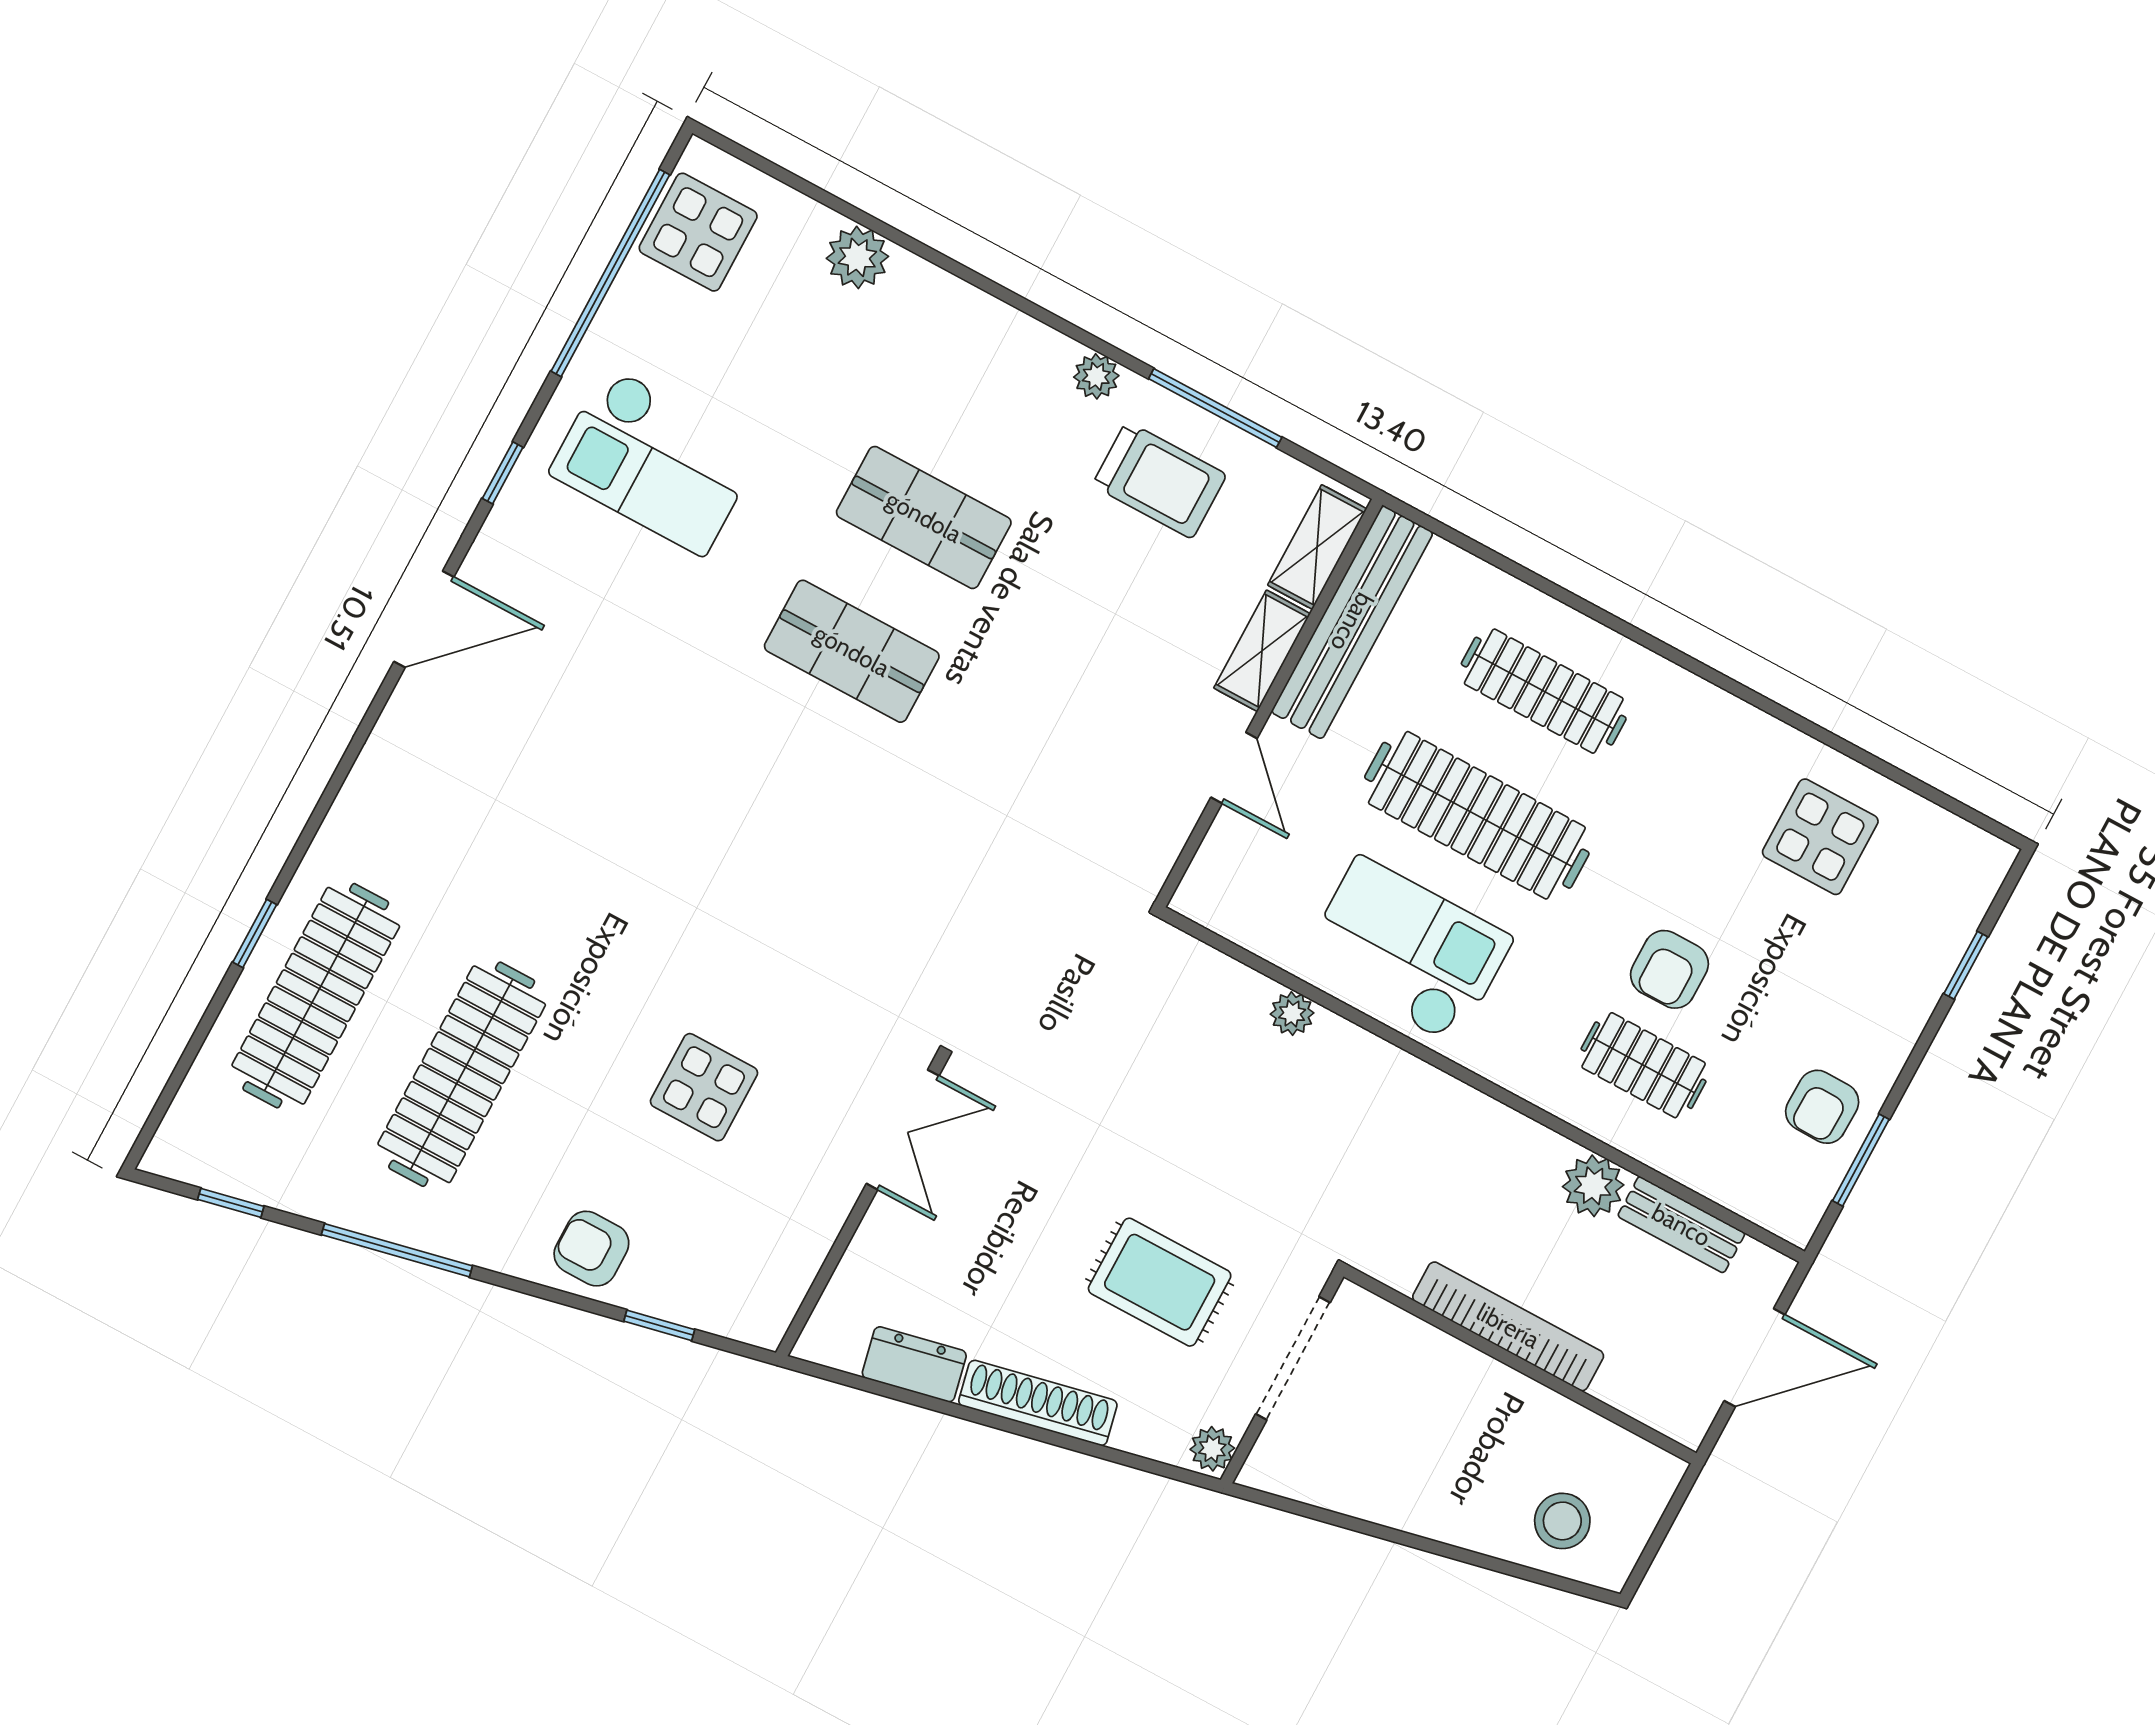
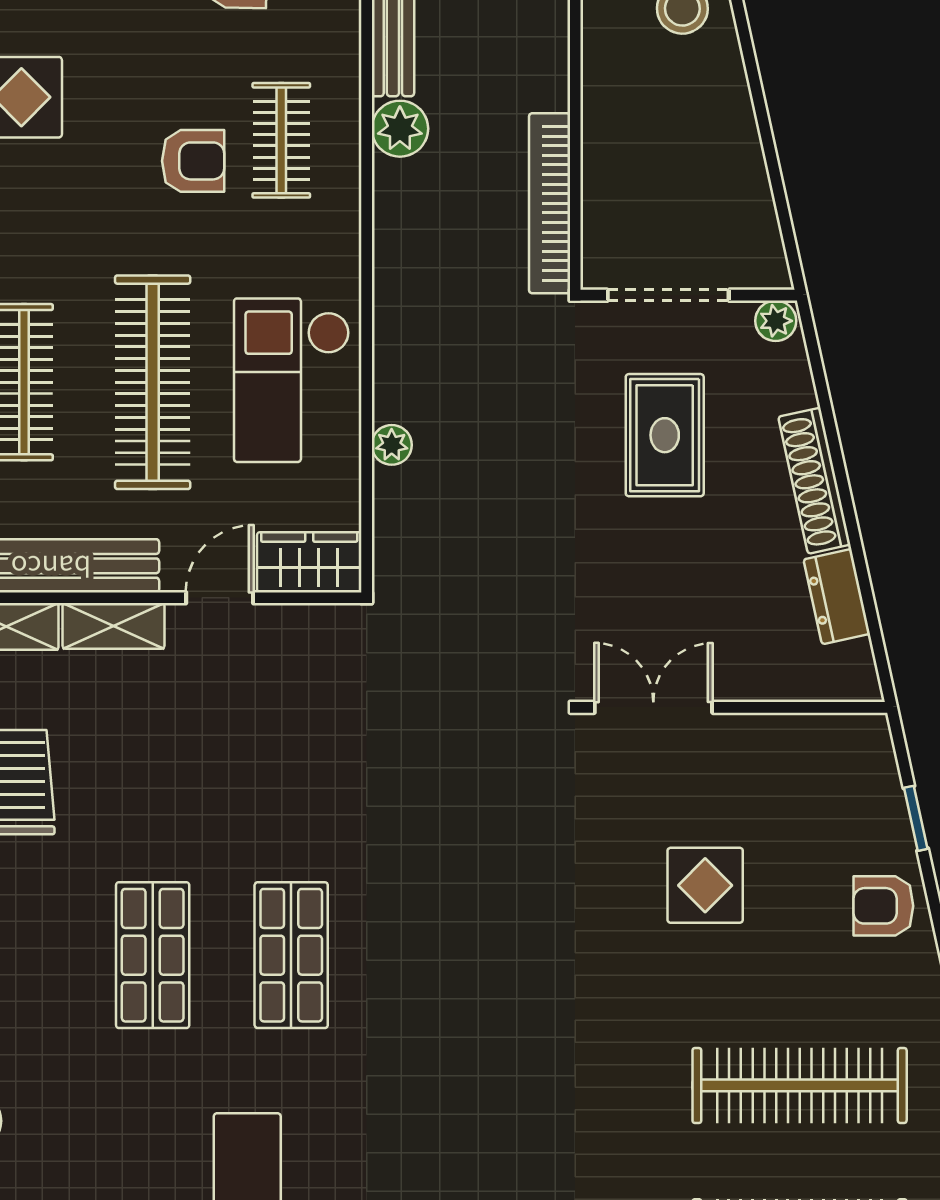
wardrobe: (1222, 873) -> (309, 562), added
armchair: (591, 1249) -> (883, 906), turned 90
bookcase: (1508, 1326) -> (550, 203), moved

